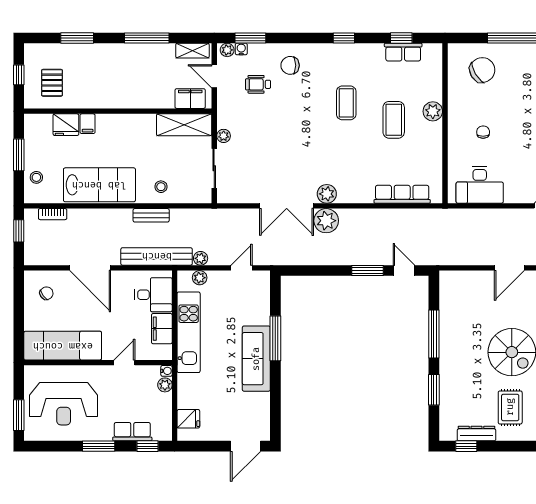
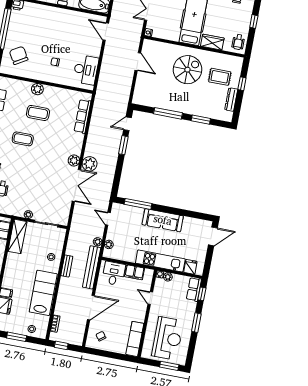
kitchen unit: (189, 332) -> (160, 261), moved
window: (275, 338) -> (138, 204), moved
exam couch: (63, 346) -> (135, 339), width x0.73, depth x0.69
row of seats: (132, 432) -> (194, 289), moved
door: (246, 446) -> (213, 236), hinge flipped
window: (466, 446) -> (242, 84), moved

